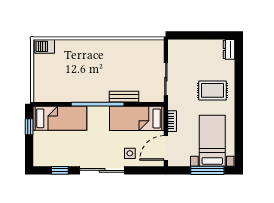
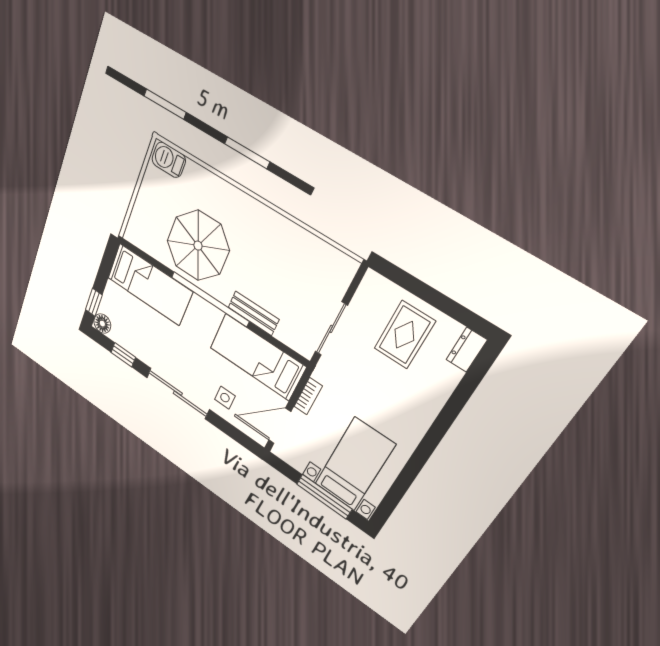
parasol: (79, 80) -> (198, 246), added
rug: (212, 90) -> (404, 335), moved, turned 90
window: (29, 127) -> (94, 302), moved
floor lamp: (39, 160) -> (102, 324), added

